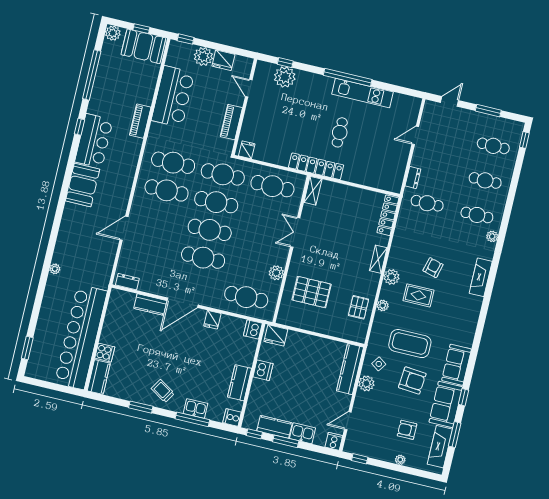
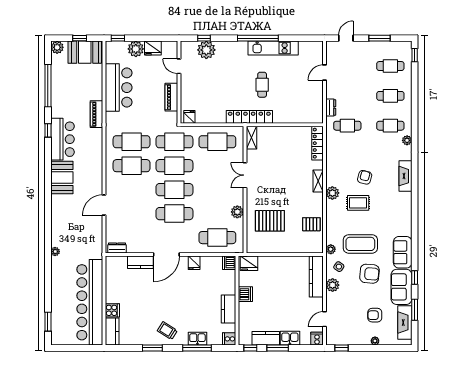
plant: (383, 305) -> (331, 249), moved
pallet: (359, 307) -> (311, 224), turned 90

